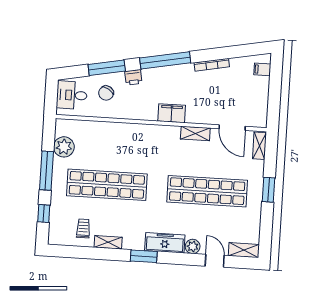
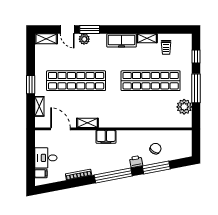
desk: (72, 95) -> (46, 158), moved, turned 180
shelving: (259, 146) -> (39, 106), moved
freezer: (165, 243) -> (122, 40), moved
window: (144, 256) -> (90, 30), moved

